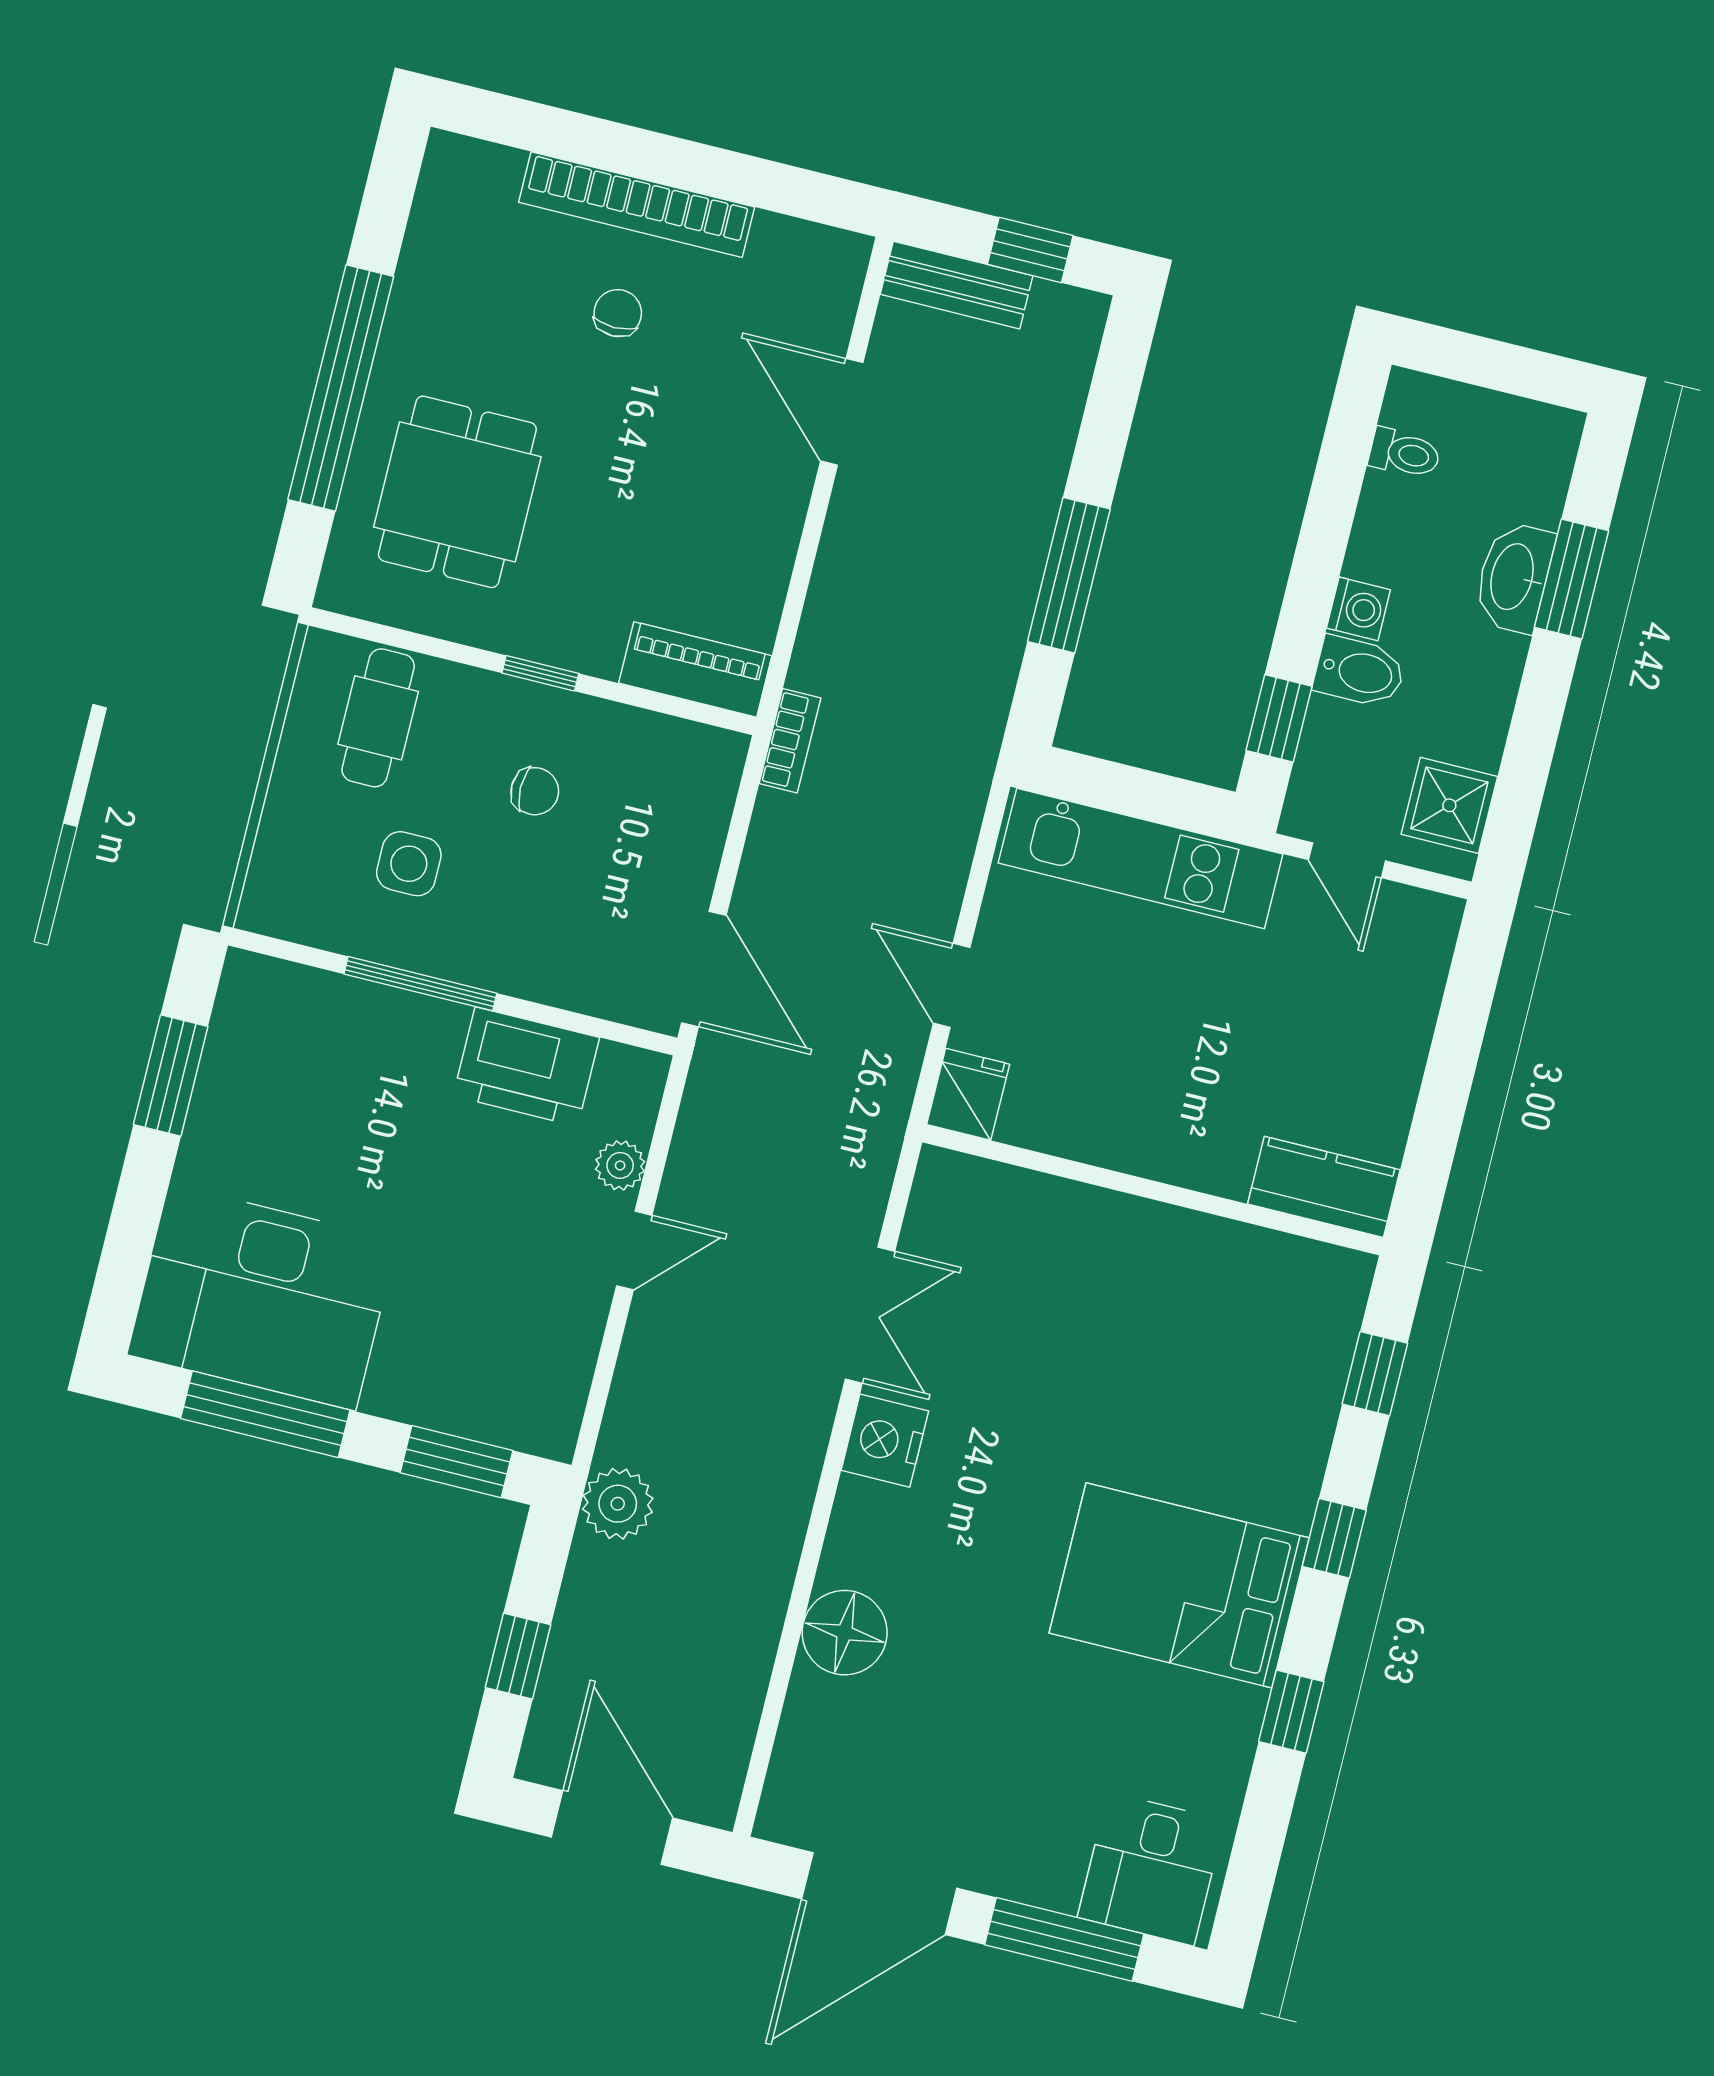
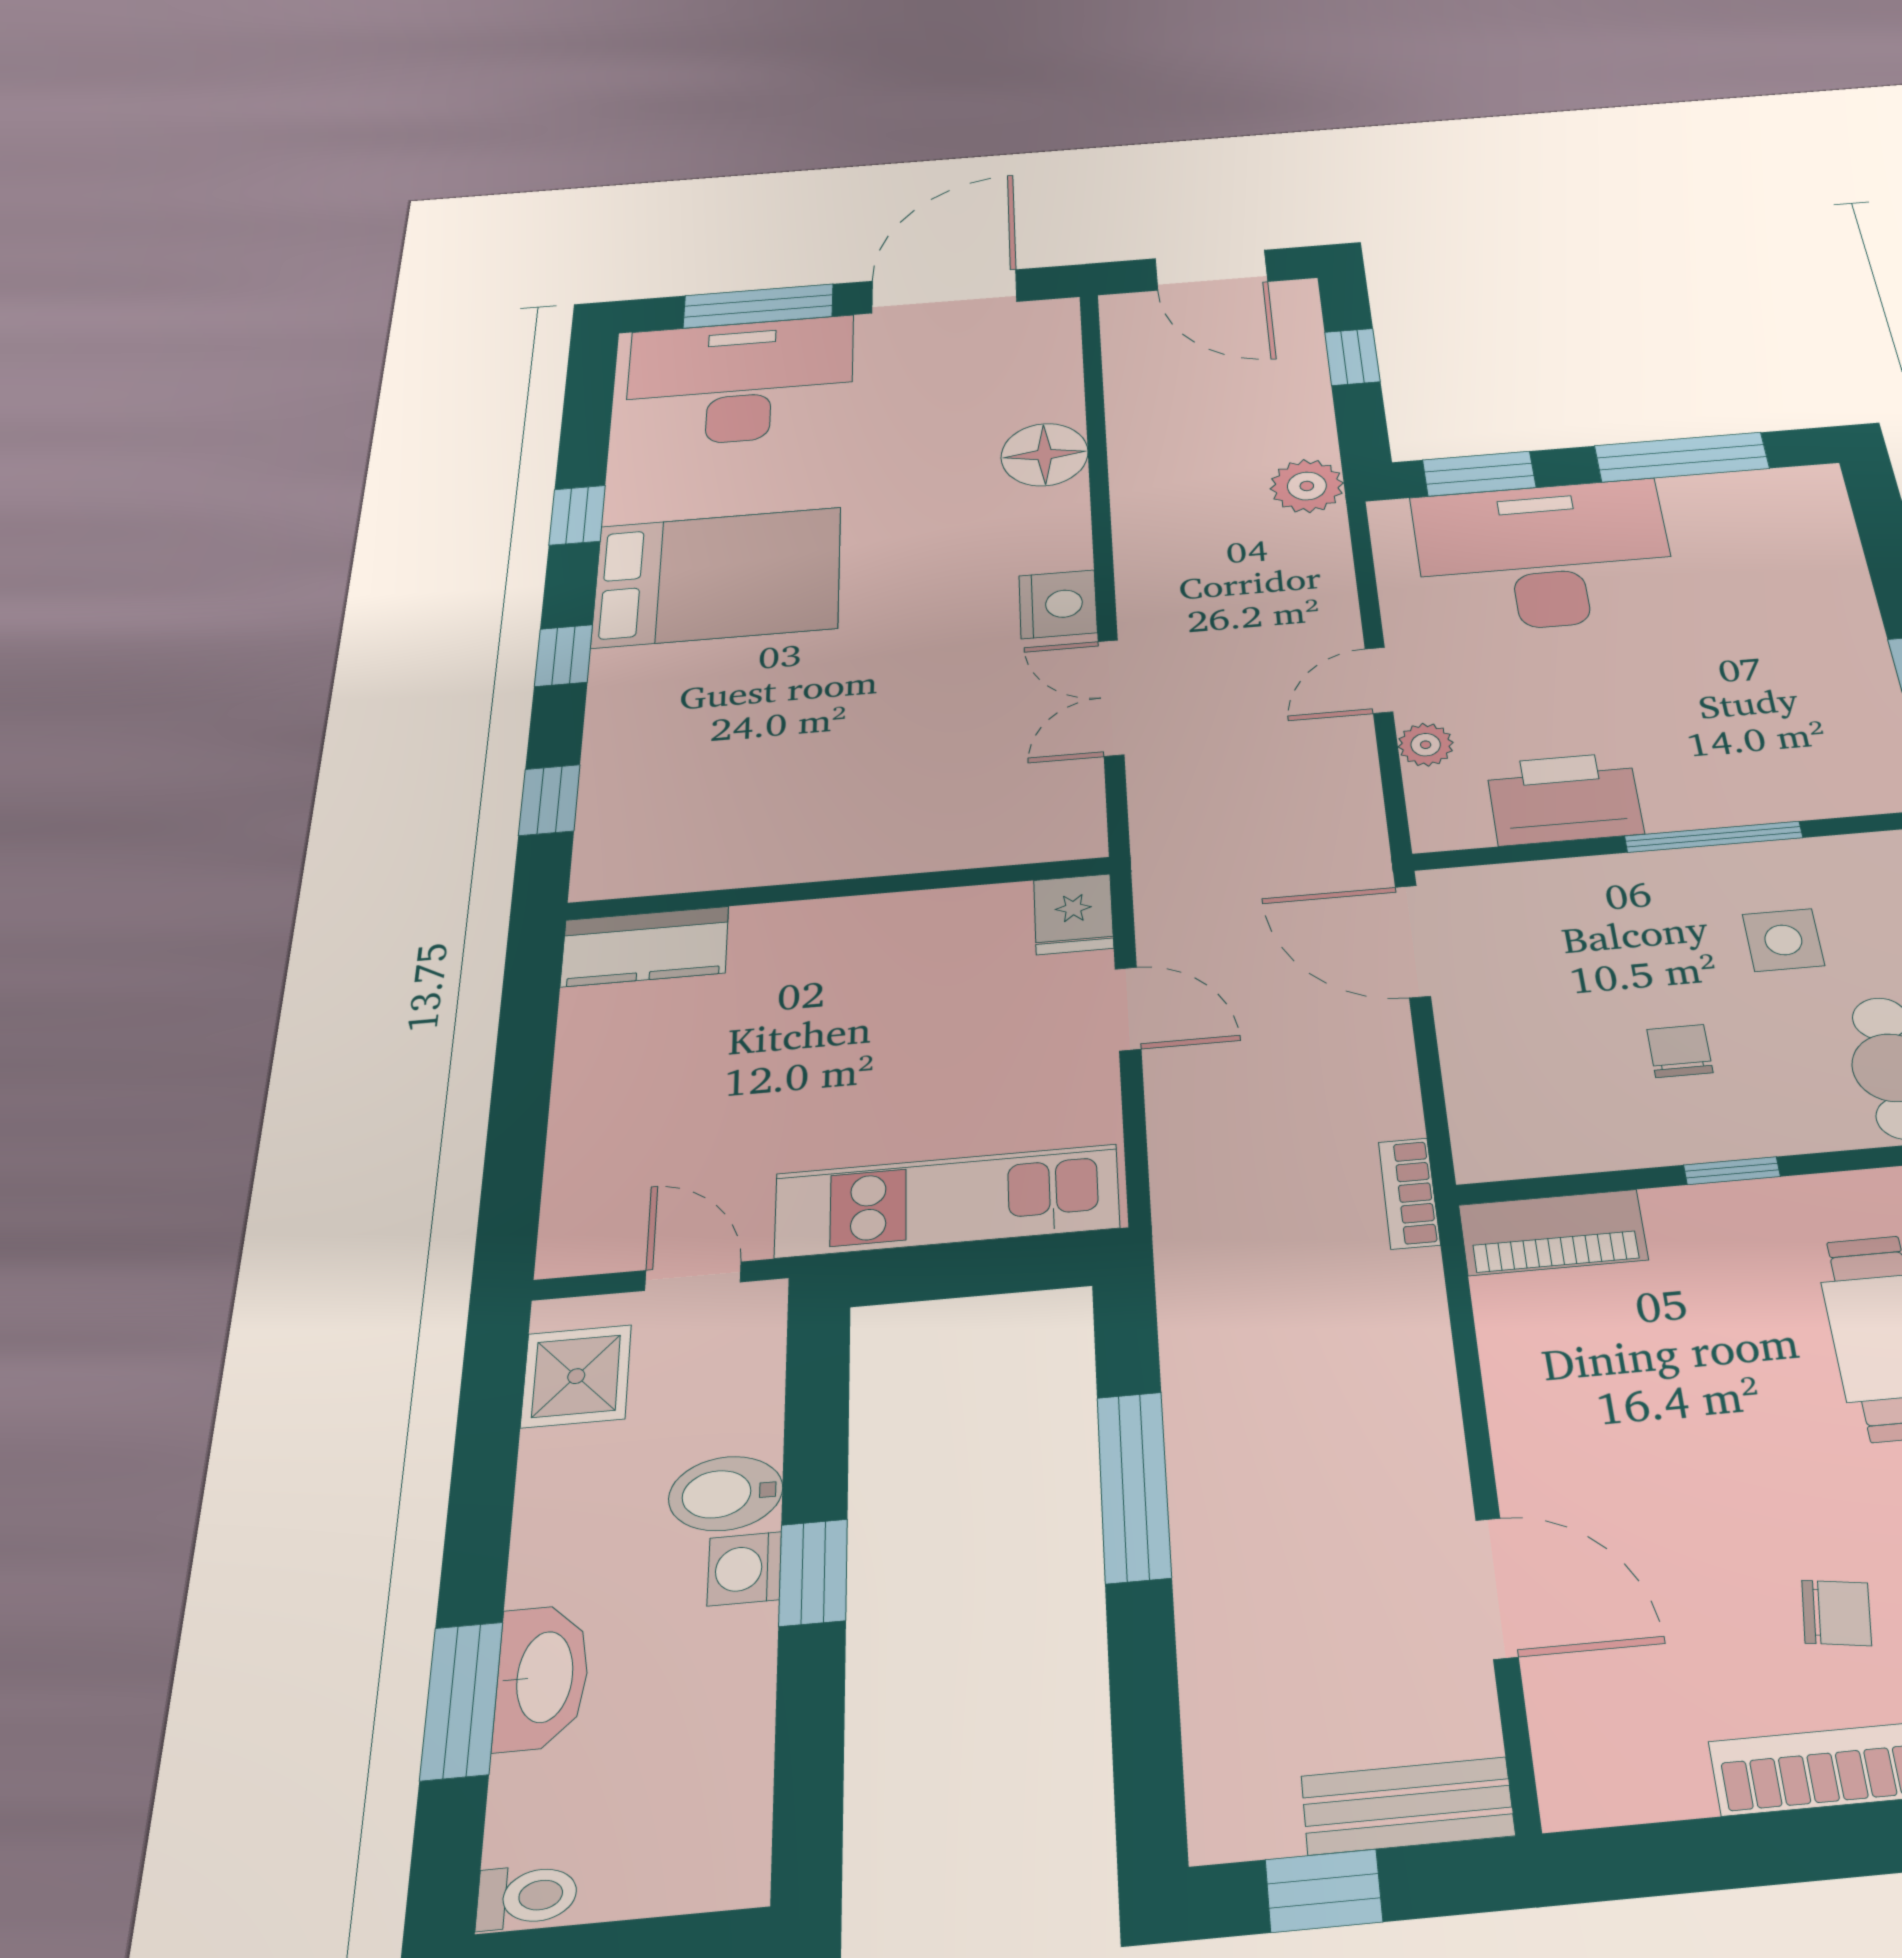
chair: (618, 313) -> (1837, 1613), turned -82
toilet: (1405, 453) -> (527, 1896), moved, turned 180
window: (1279, 718) -> (813, 1572), moved
chair: (535, 791) -> (1680, 1051), turned 90
desk: (262, 1297) -> (1544, 556), moved
desk: (1151, 1869) -> (740, 381), width x1.87, depth x1.30

